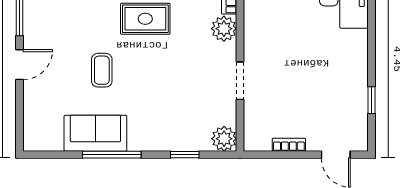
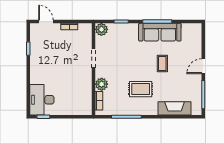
sofa: (95, 133) -> (160, 32), width x1.36

